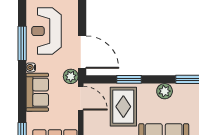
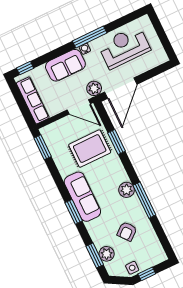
window: (22, 43) -> (90, 37), moved
plant: (165, 91) -> (127, 190), moved
door: (81, 98) -> (79, 107), hinge flipped

